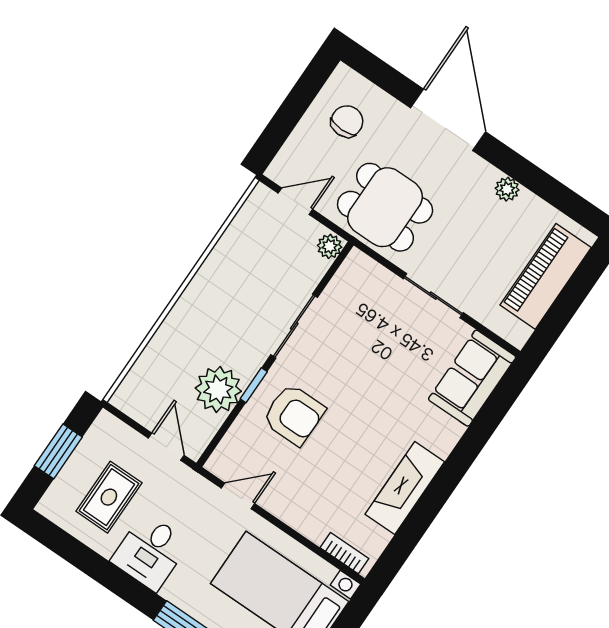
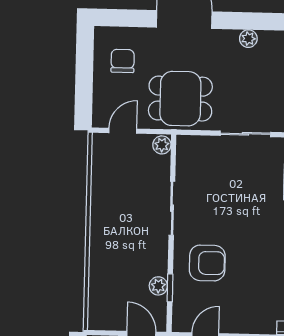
window: (254, 385) -> (170, 288), moved
plant: (218, 390) -> (158, 286), width x0.53, depth x0.53

